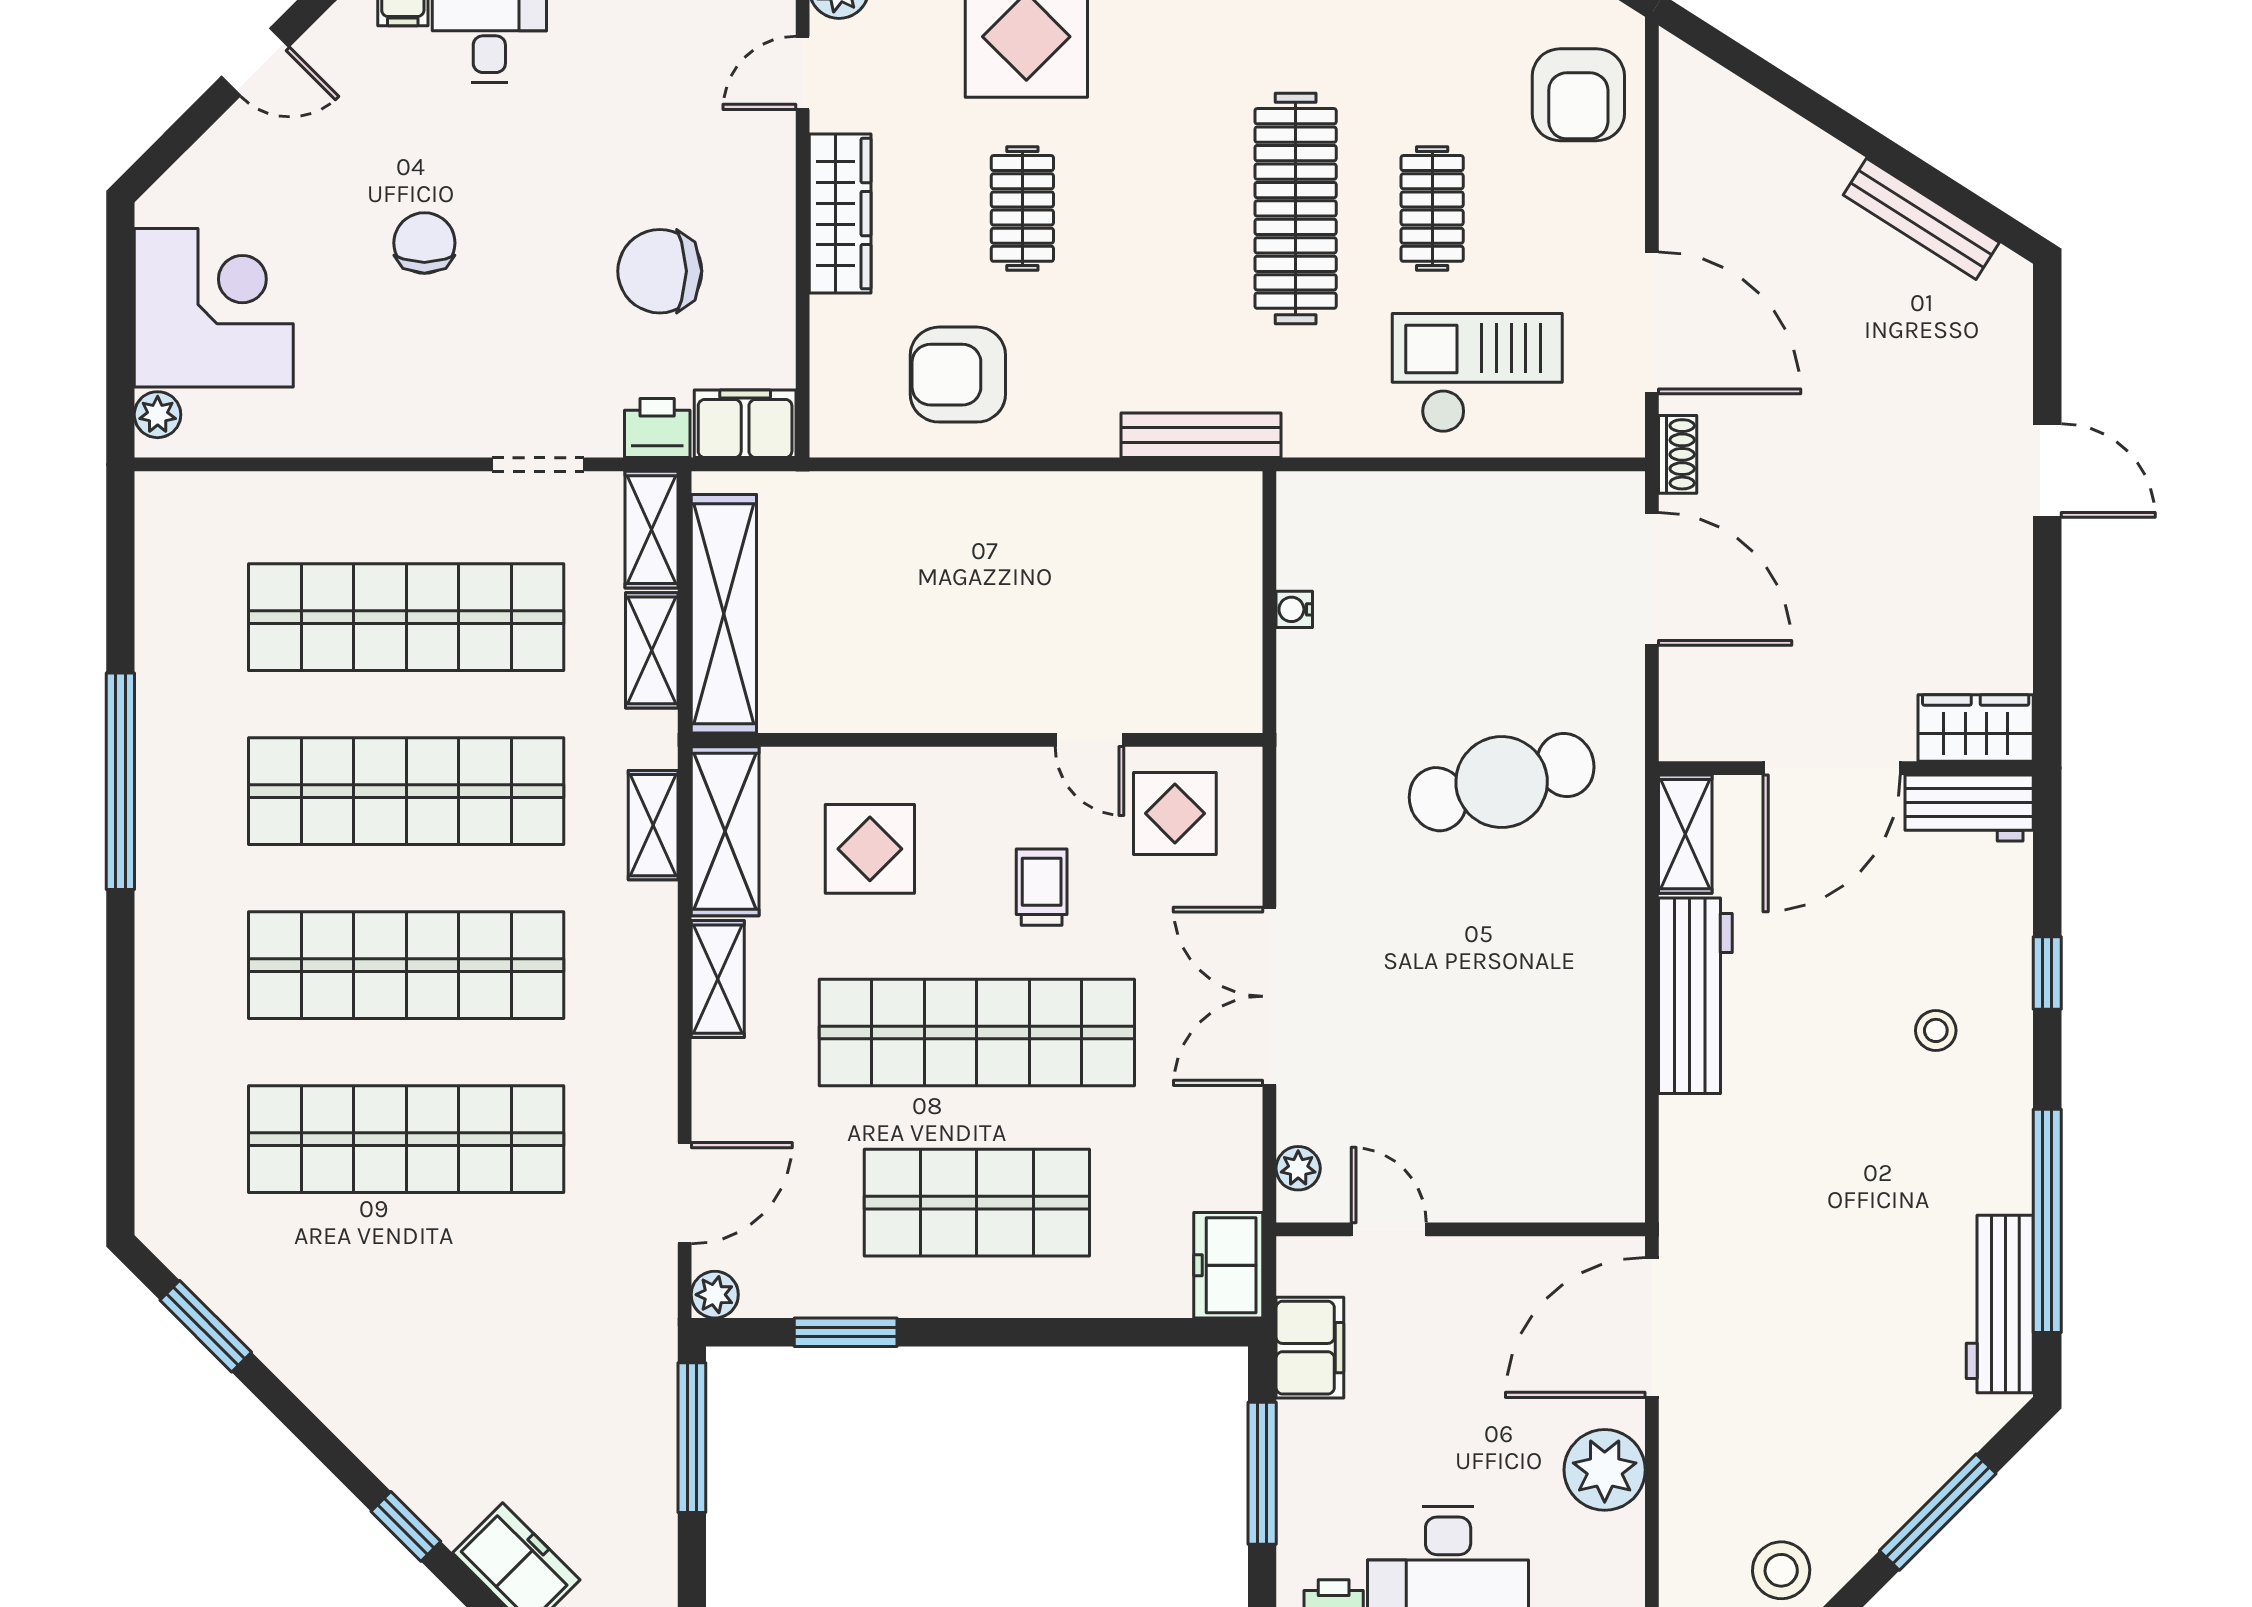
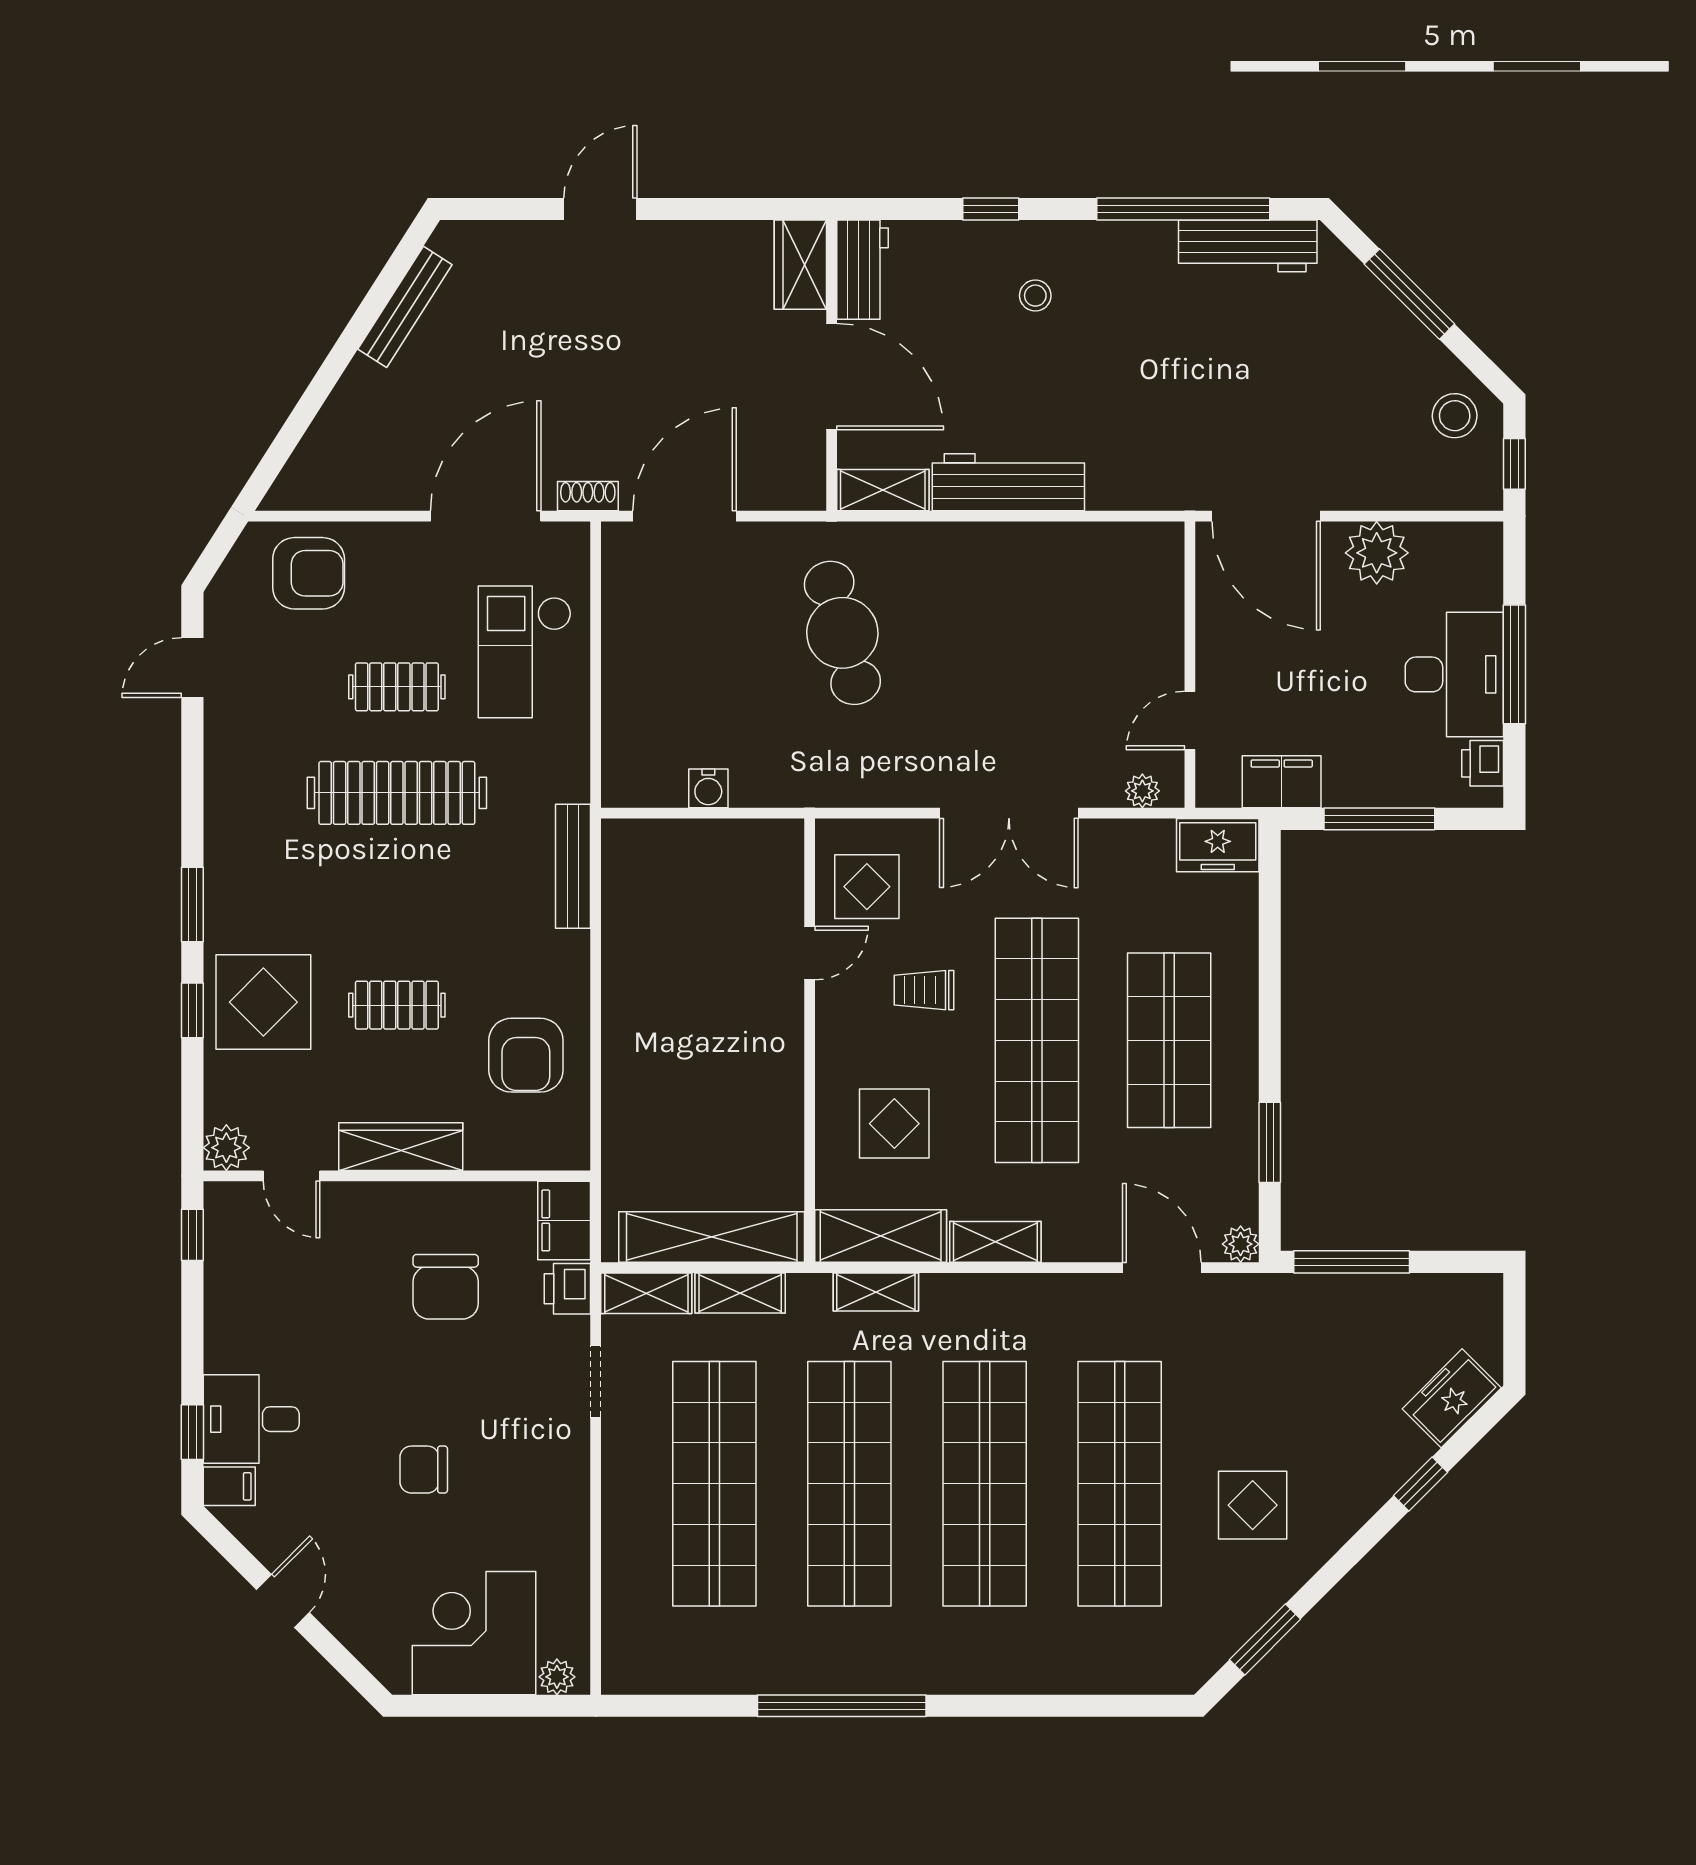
water cooler: (1294, 609) -> (708, 788), width x1.38, depth x1.38
display table: (379, 1310) -> (1253, 1505), added

